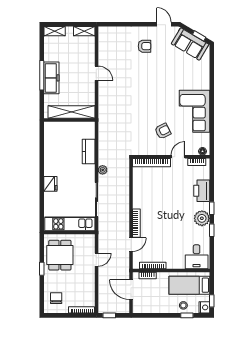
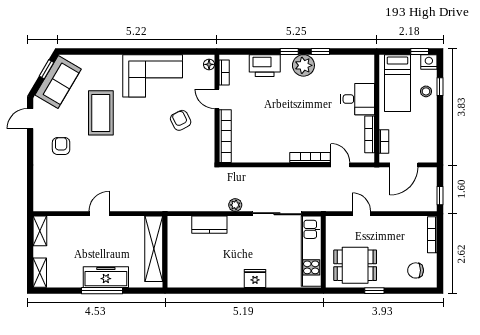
coffee table: (168, 74) -> (101, 113), added
desk: (197, 257) -> (357, 99), moved

